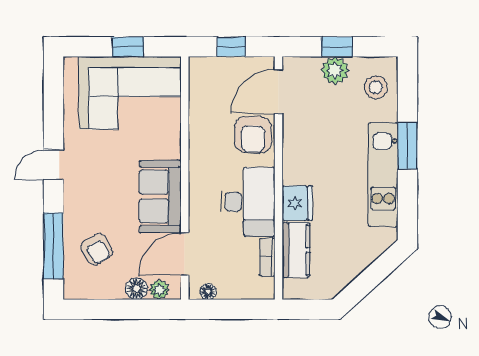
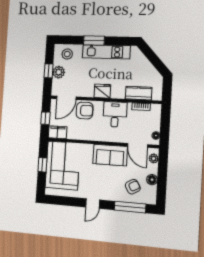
filing cabinet: (202, 77) -> (58, 132), added
door: (279, 92) -> (66, 98), hinge flipped
door: (53, 165) -> (93, 204), hinge flipped
desk: (248, 202) -> (115, 114), width x0.73
fridge: (297, 203) -> (102, 91), moved
floor lamp: (136, 289) -> (152, 180), moved

